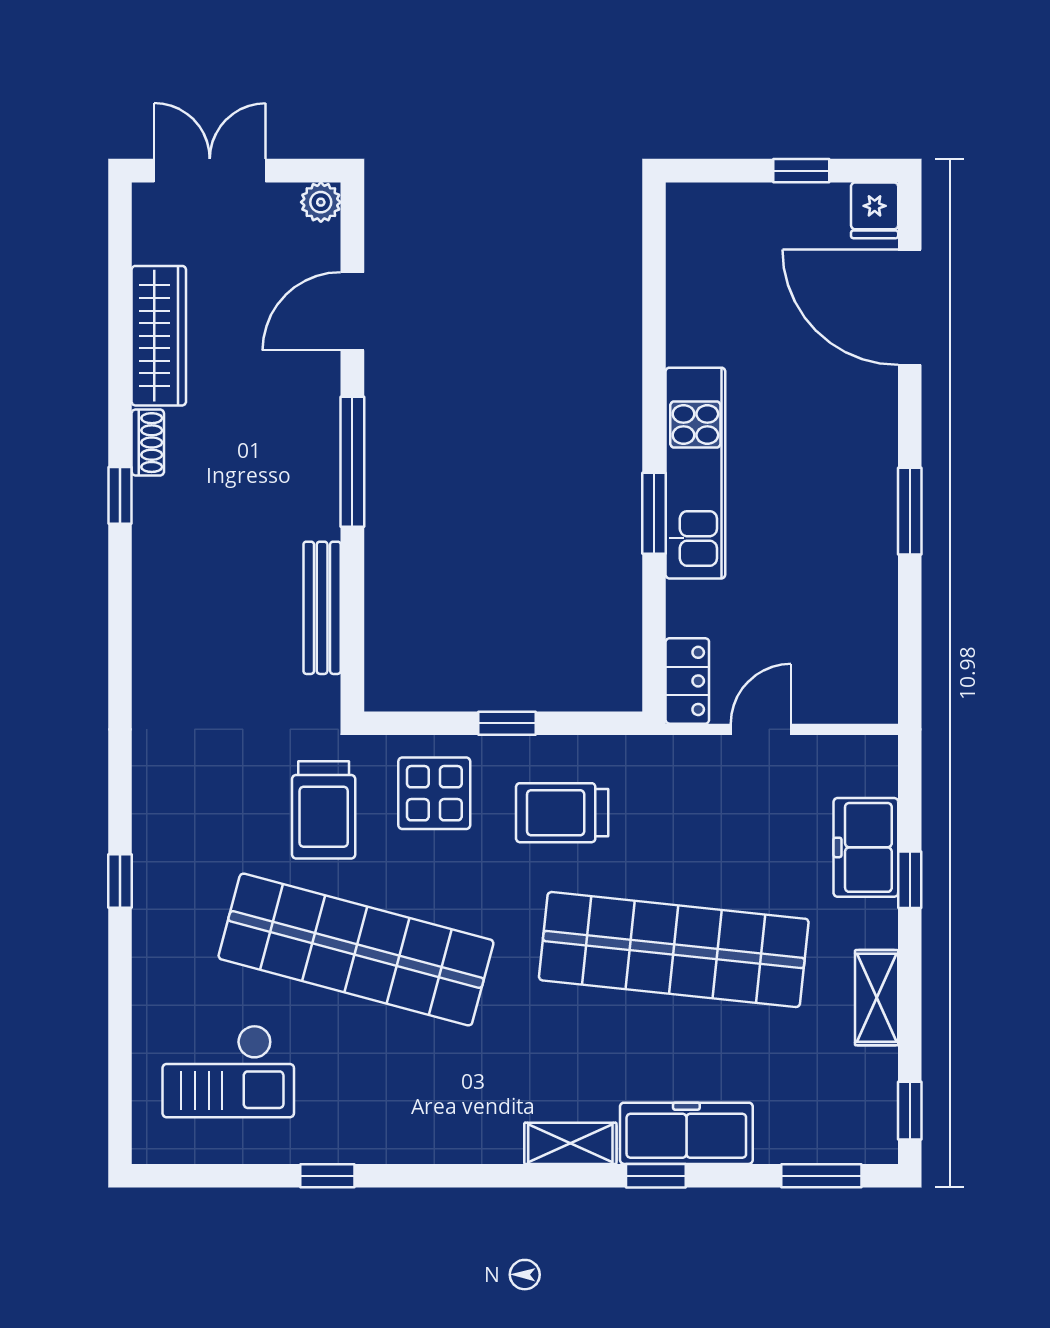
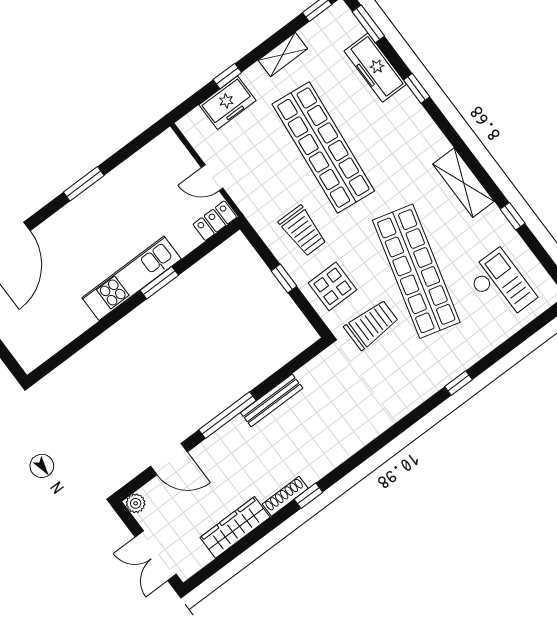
shoe rack: (148, 443) -> (285, 496), width x1.43
bench: (322, 608) -> (272, 400), moved
freezer: (686, 1133) -> (375, 68), moved
shelving: (570, 1143) -> (464, 183), moved, width x1.50, depth x1.33

